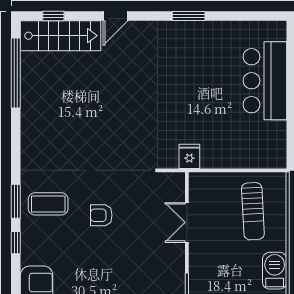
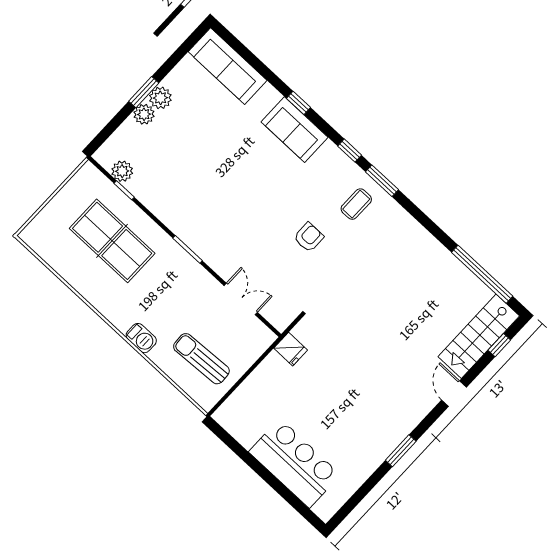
coffee table: (48, 204) -> (356, 204), width x0.73, depth x0.77
barbecue: (275, 271) -> (141, 338), width x0.73, depth x0.79

